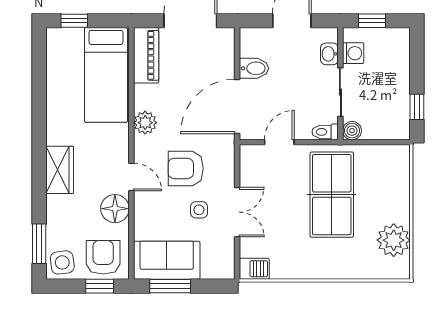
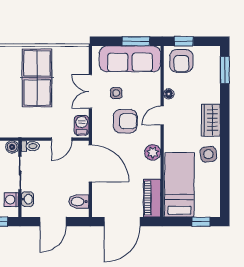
bidet: (254, 68) -> (79, 202), moved
door: (237, 107) -> (90, 163), hinge flipped
door: (131, 177) -> (162, 115), hinge flipped
table tennis table: (332, 195) -> (37, 78), moved
floor lamp: (115, 209) -> (169, 94), width x0.53, depth x0.53
sofa: (167, 260) -> (130, 59), width x1.36
side table: (62, 262) -> (208, 154), moved
barbecue: (254, 269) -> (82, 125), moved, turned 90

